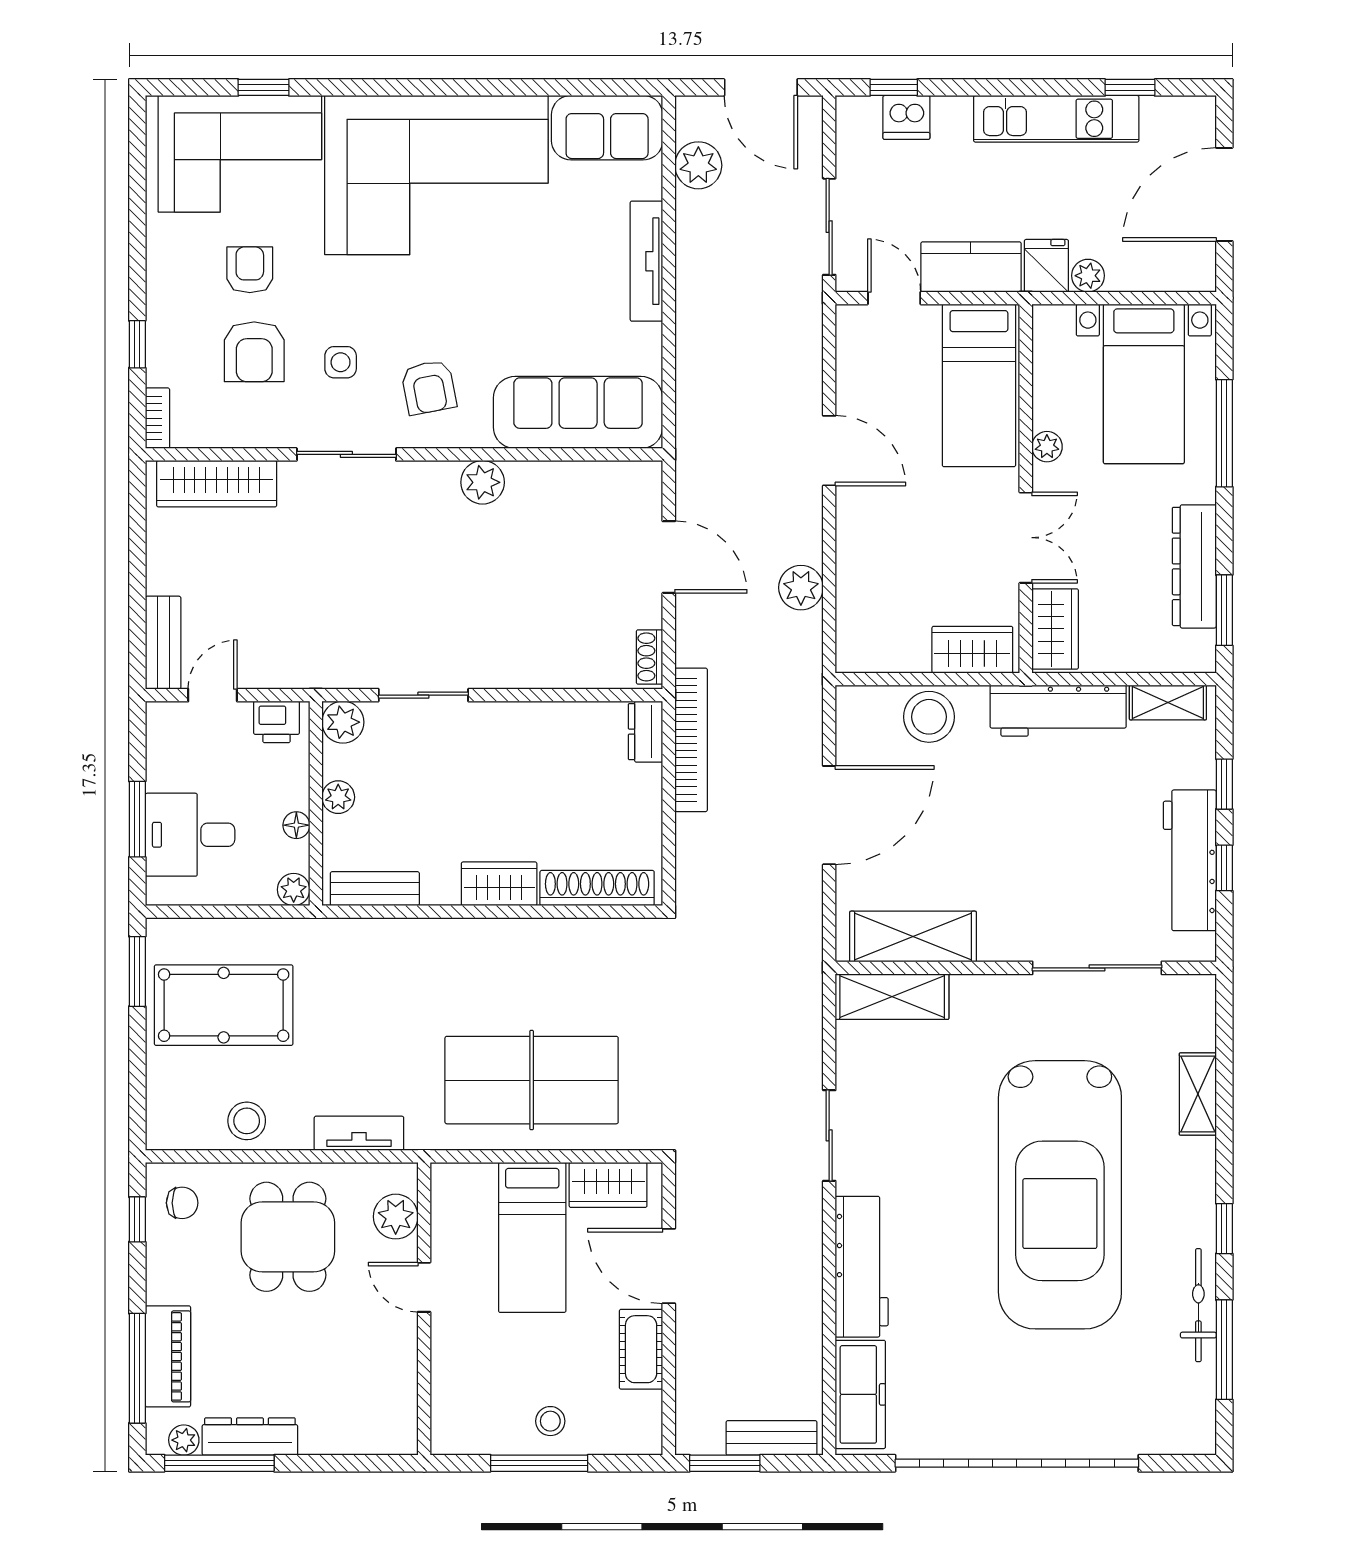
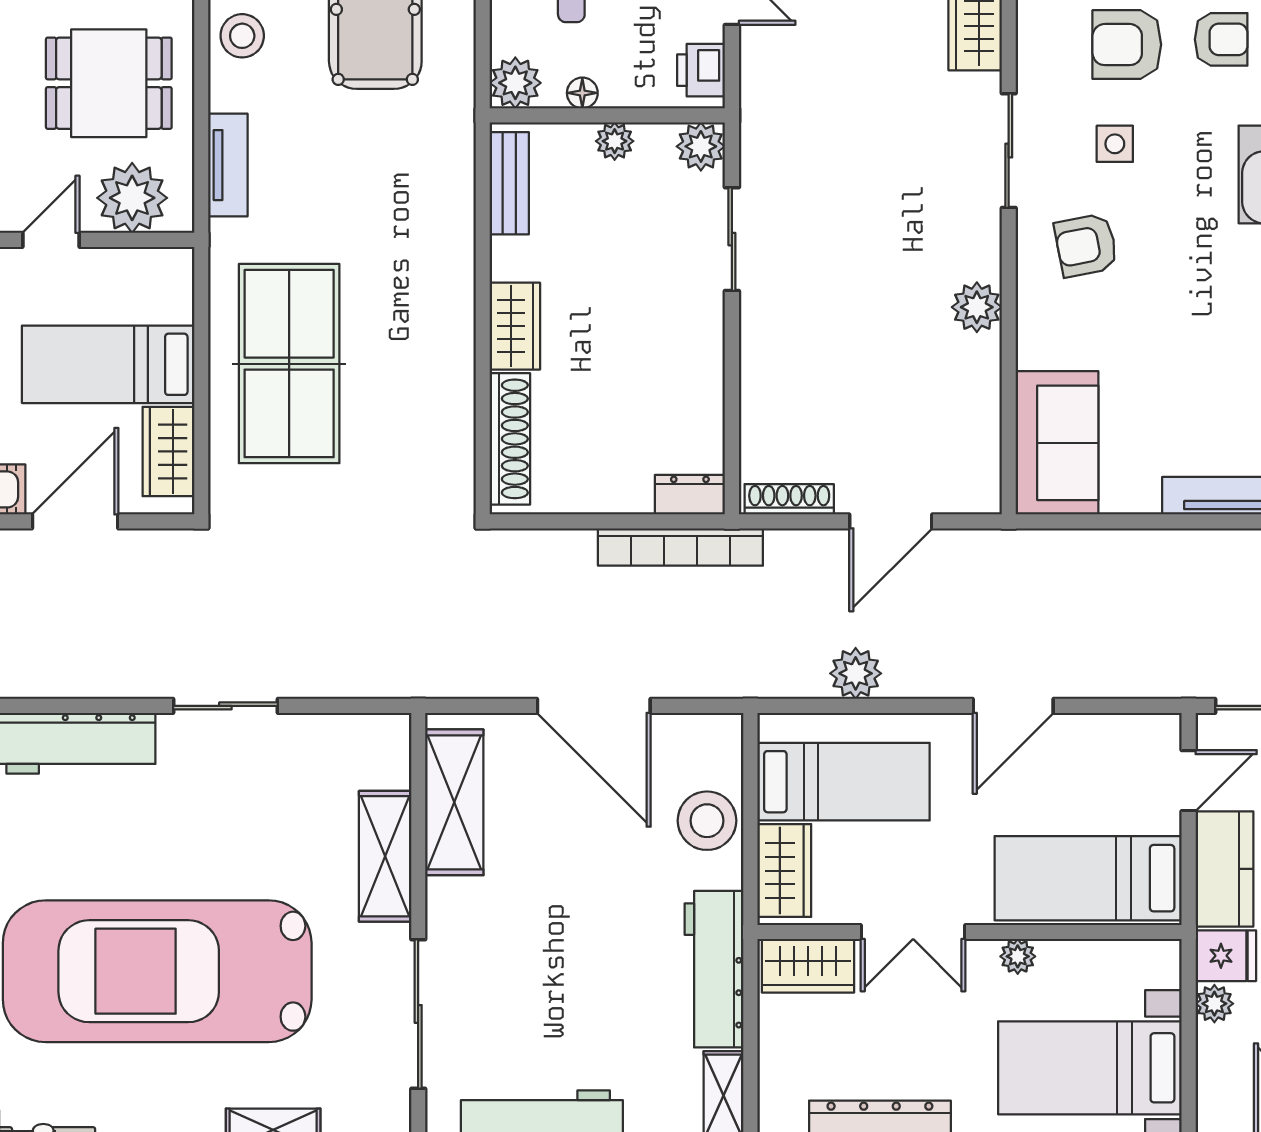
sofa: (578, 412) -> (1057, 443), width x0.73
bed: (895, 598) -> (843, 782), added
shoe rack: (650, 657) -> (789, 499), width x1.43
plant: (294, 890) -> (515, 83), width x1.38, depth x1.38
shelving: (892, 997) -> (385, 856), moved
plant: (396, 1217) -> (132, 198), width x1.36, depth x1.36

